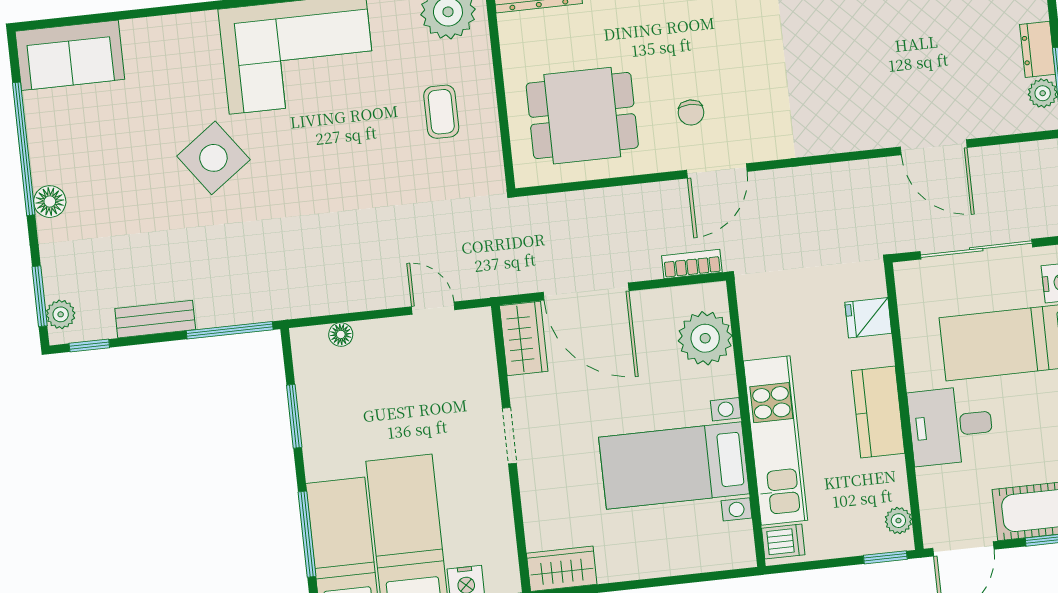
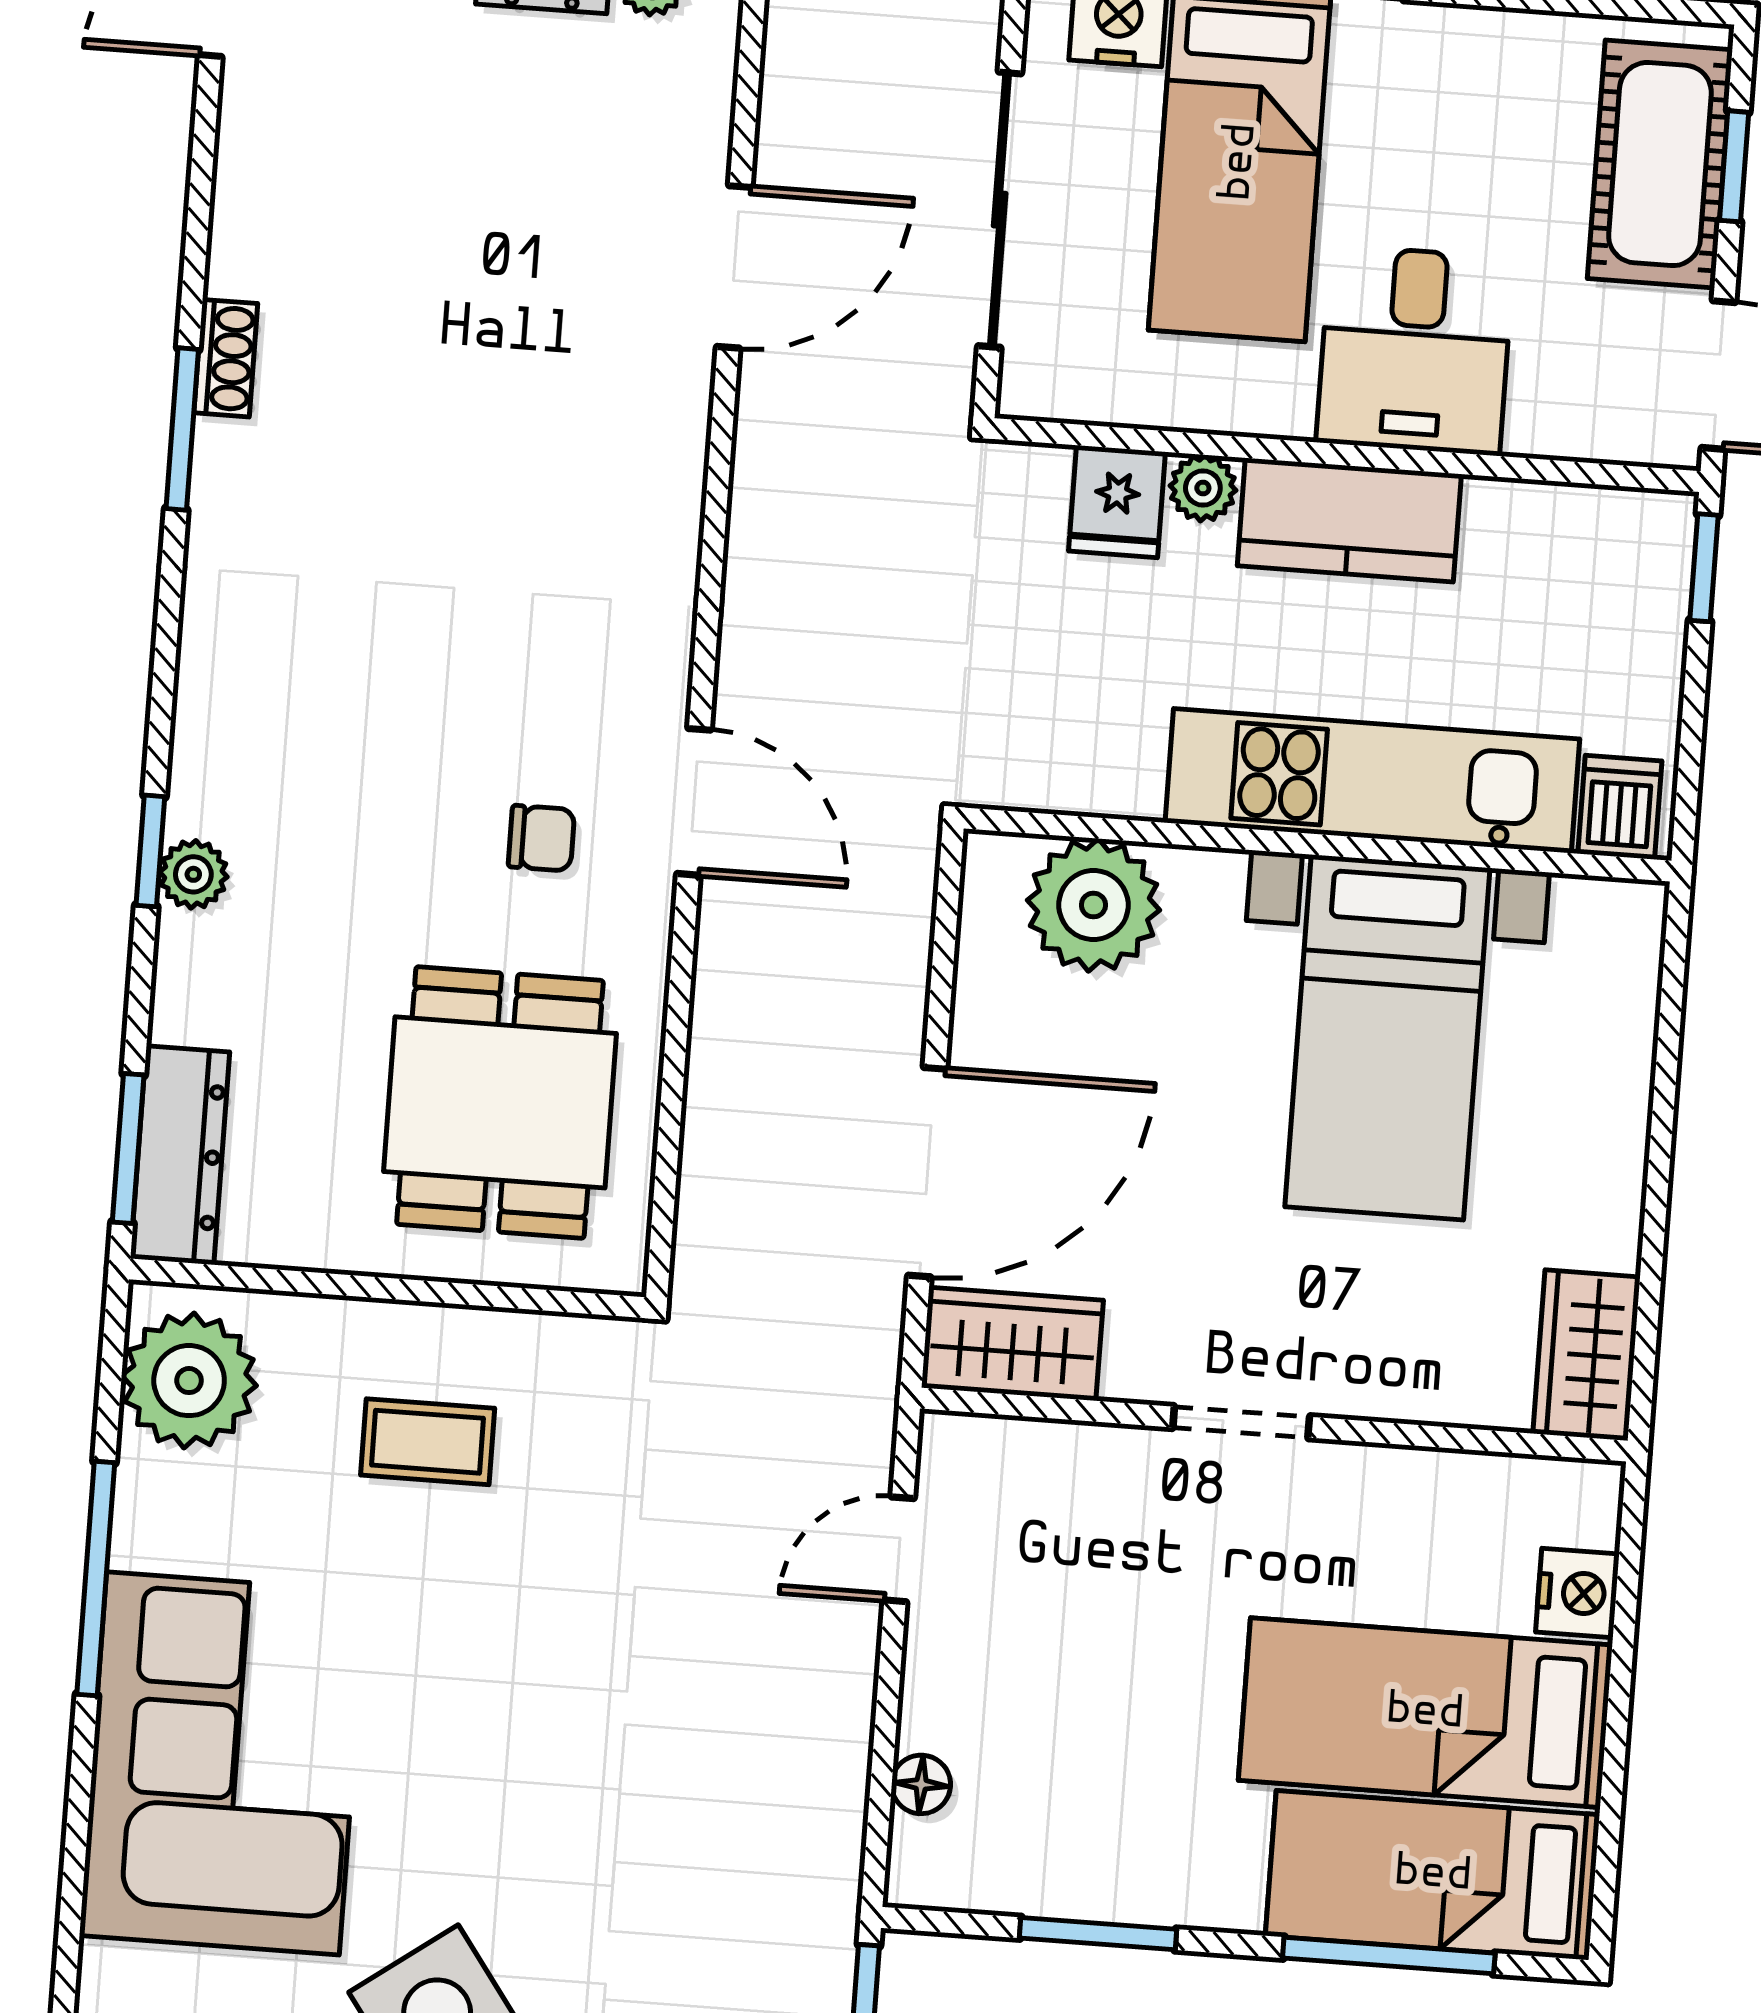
bookcase: (692, 264) -> (908, 904), removed
plant: (898, 521) -> (1203, 488), moved

